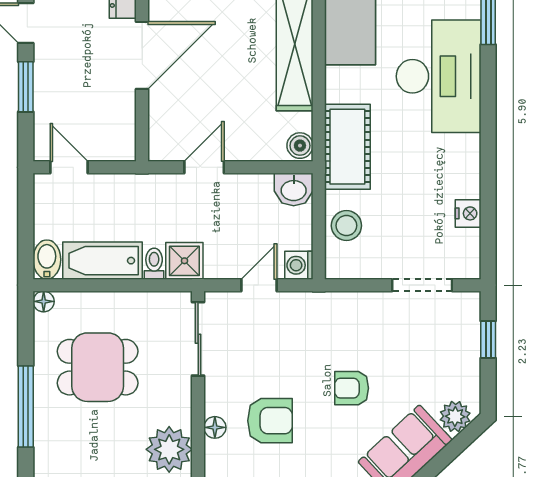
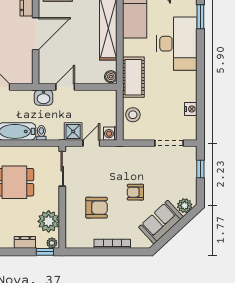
washbasin: (294, 190) -> (44, 98), moved
shower: (184, 261) -> (73, 132), moved
floor lamp: (215, 427) -> (70, 211), removed

